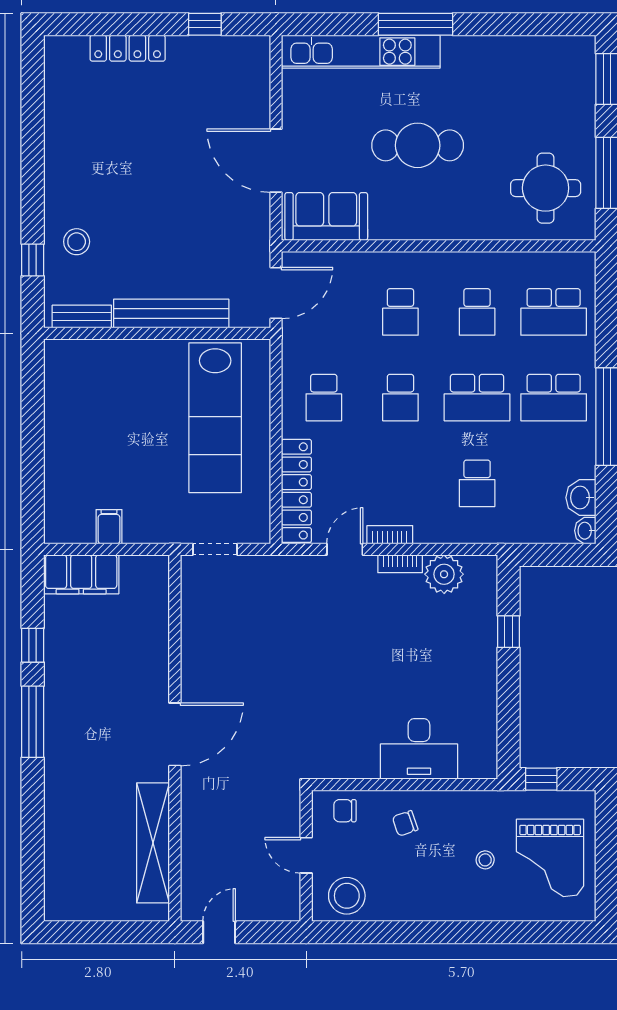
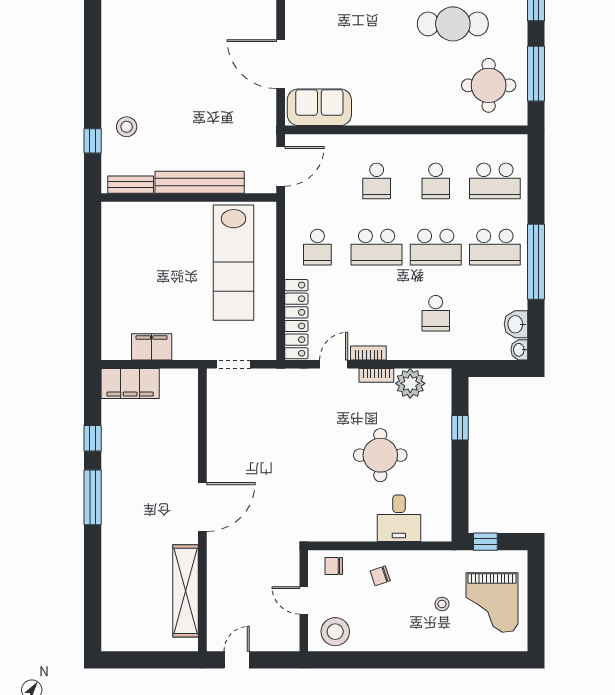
cafe table: (418, 145) -> (453, 24), moved
school desk: (400, 398) -> (377, 247), width x1.85
filing cabinet: (109, 527) -> (152, 347), width x2.00
round table: (405, 667) -> (380, 455), added
desk: (419, 749) -> (399, 518), width x0.73

